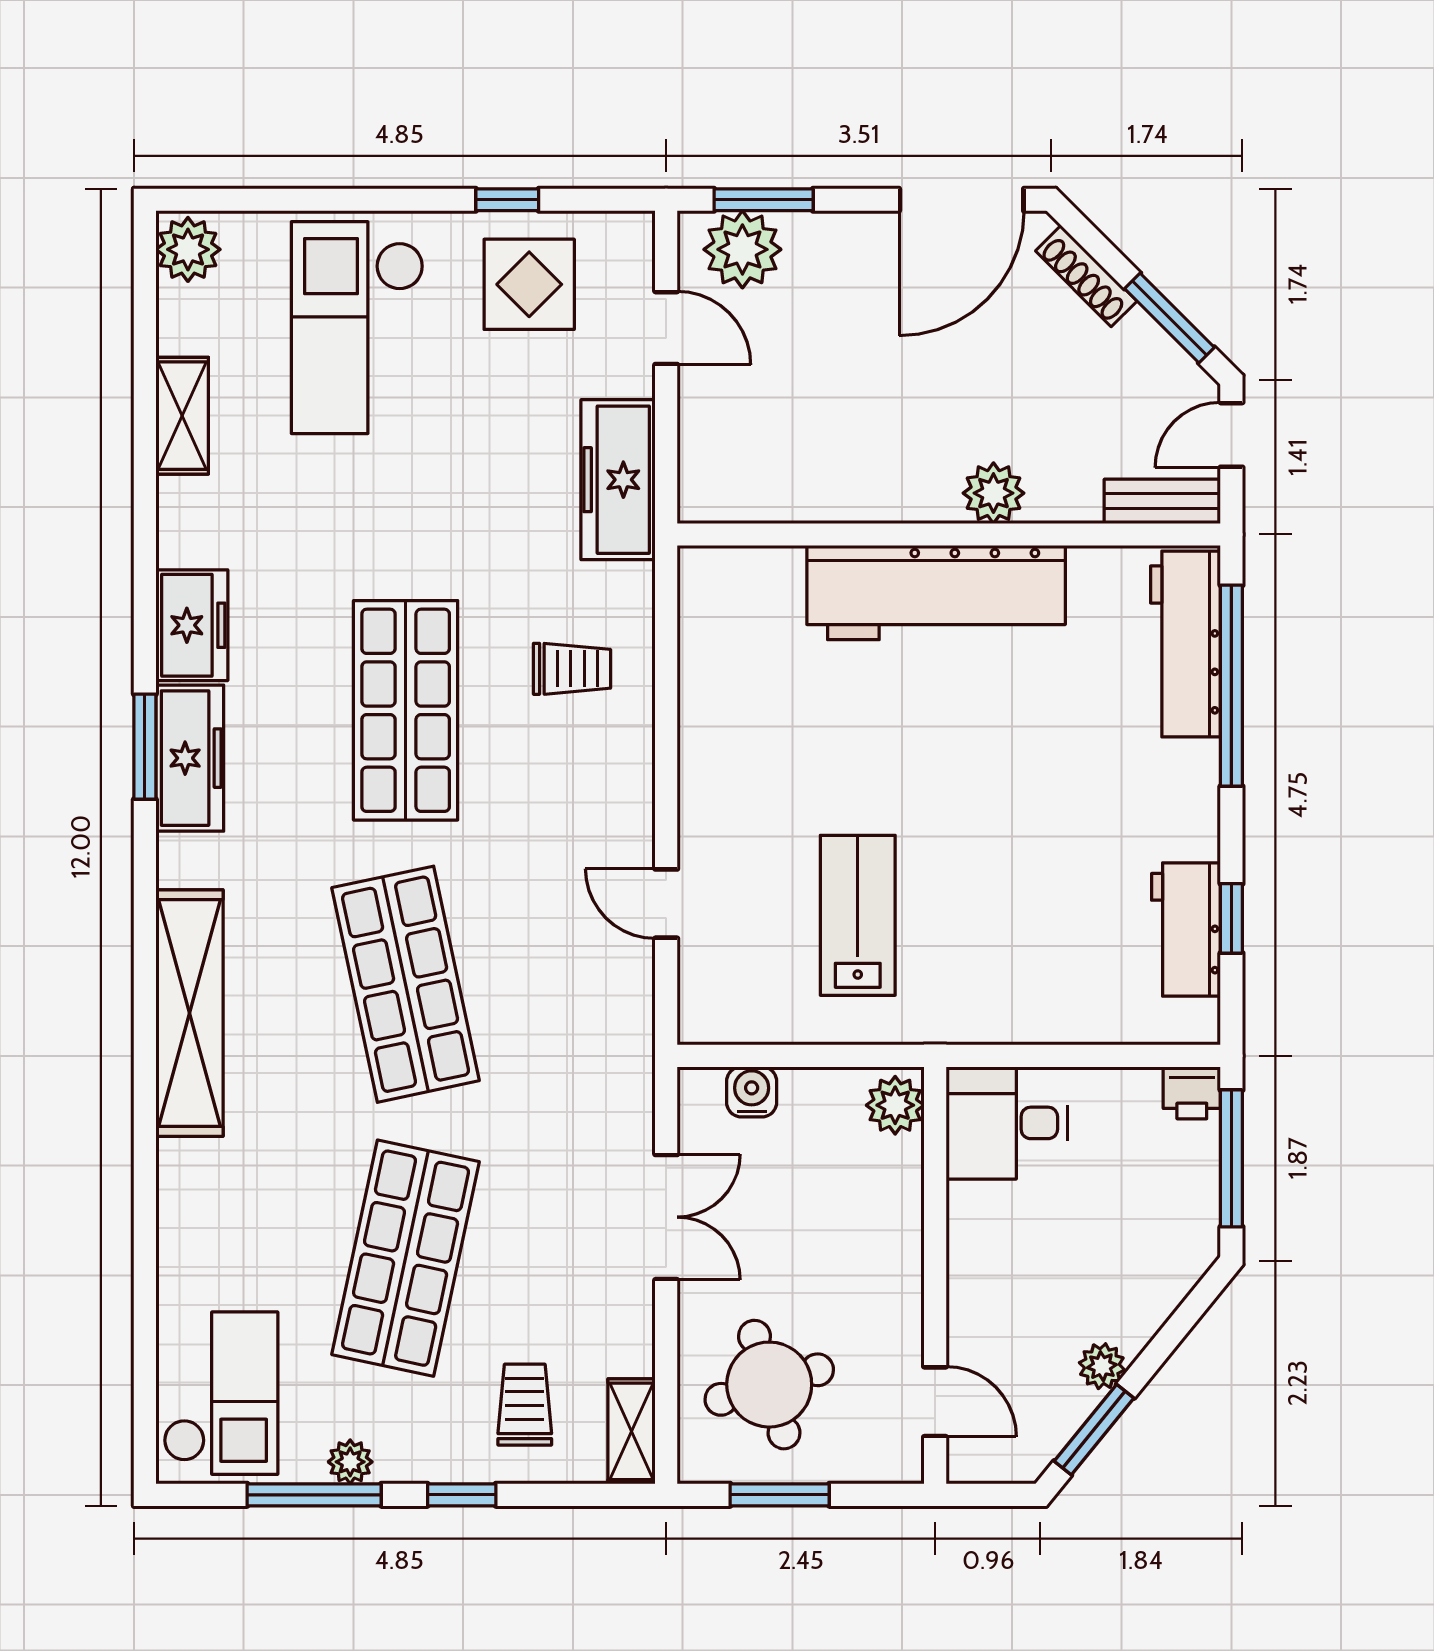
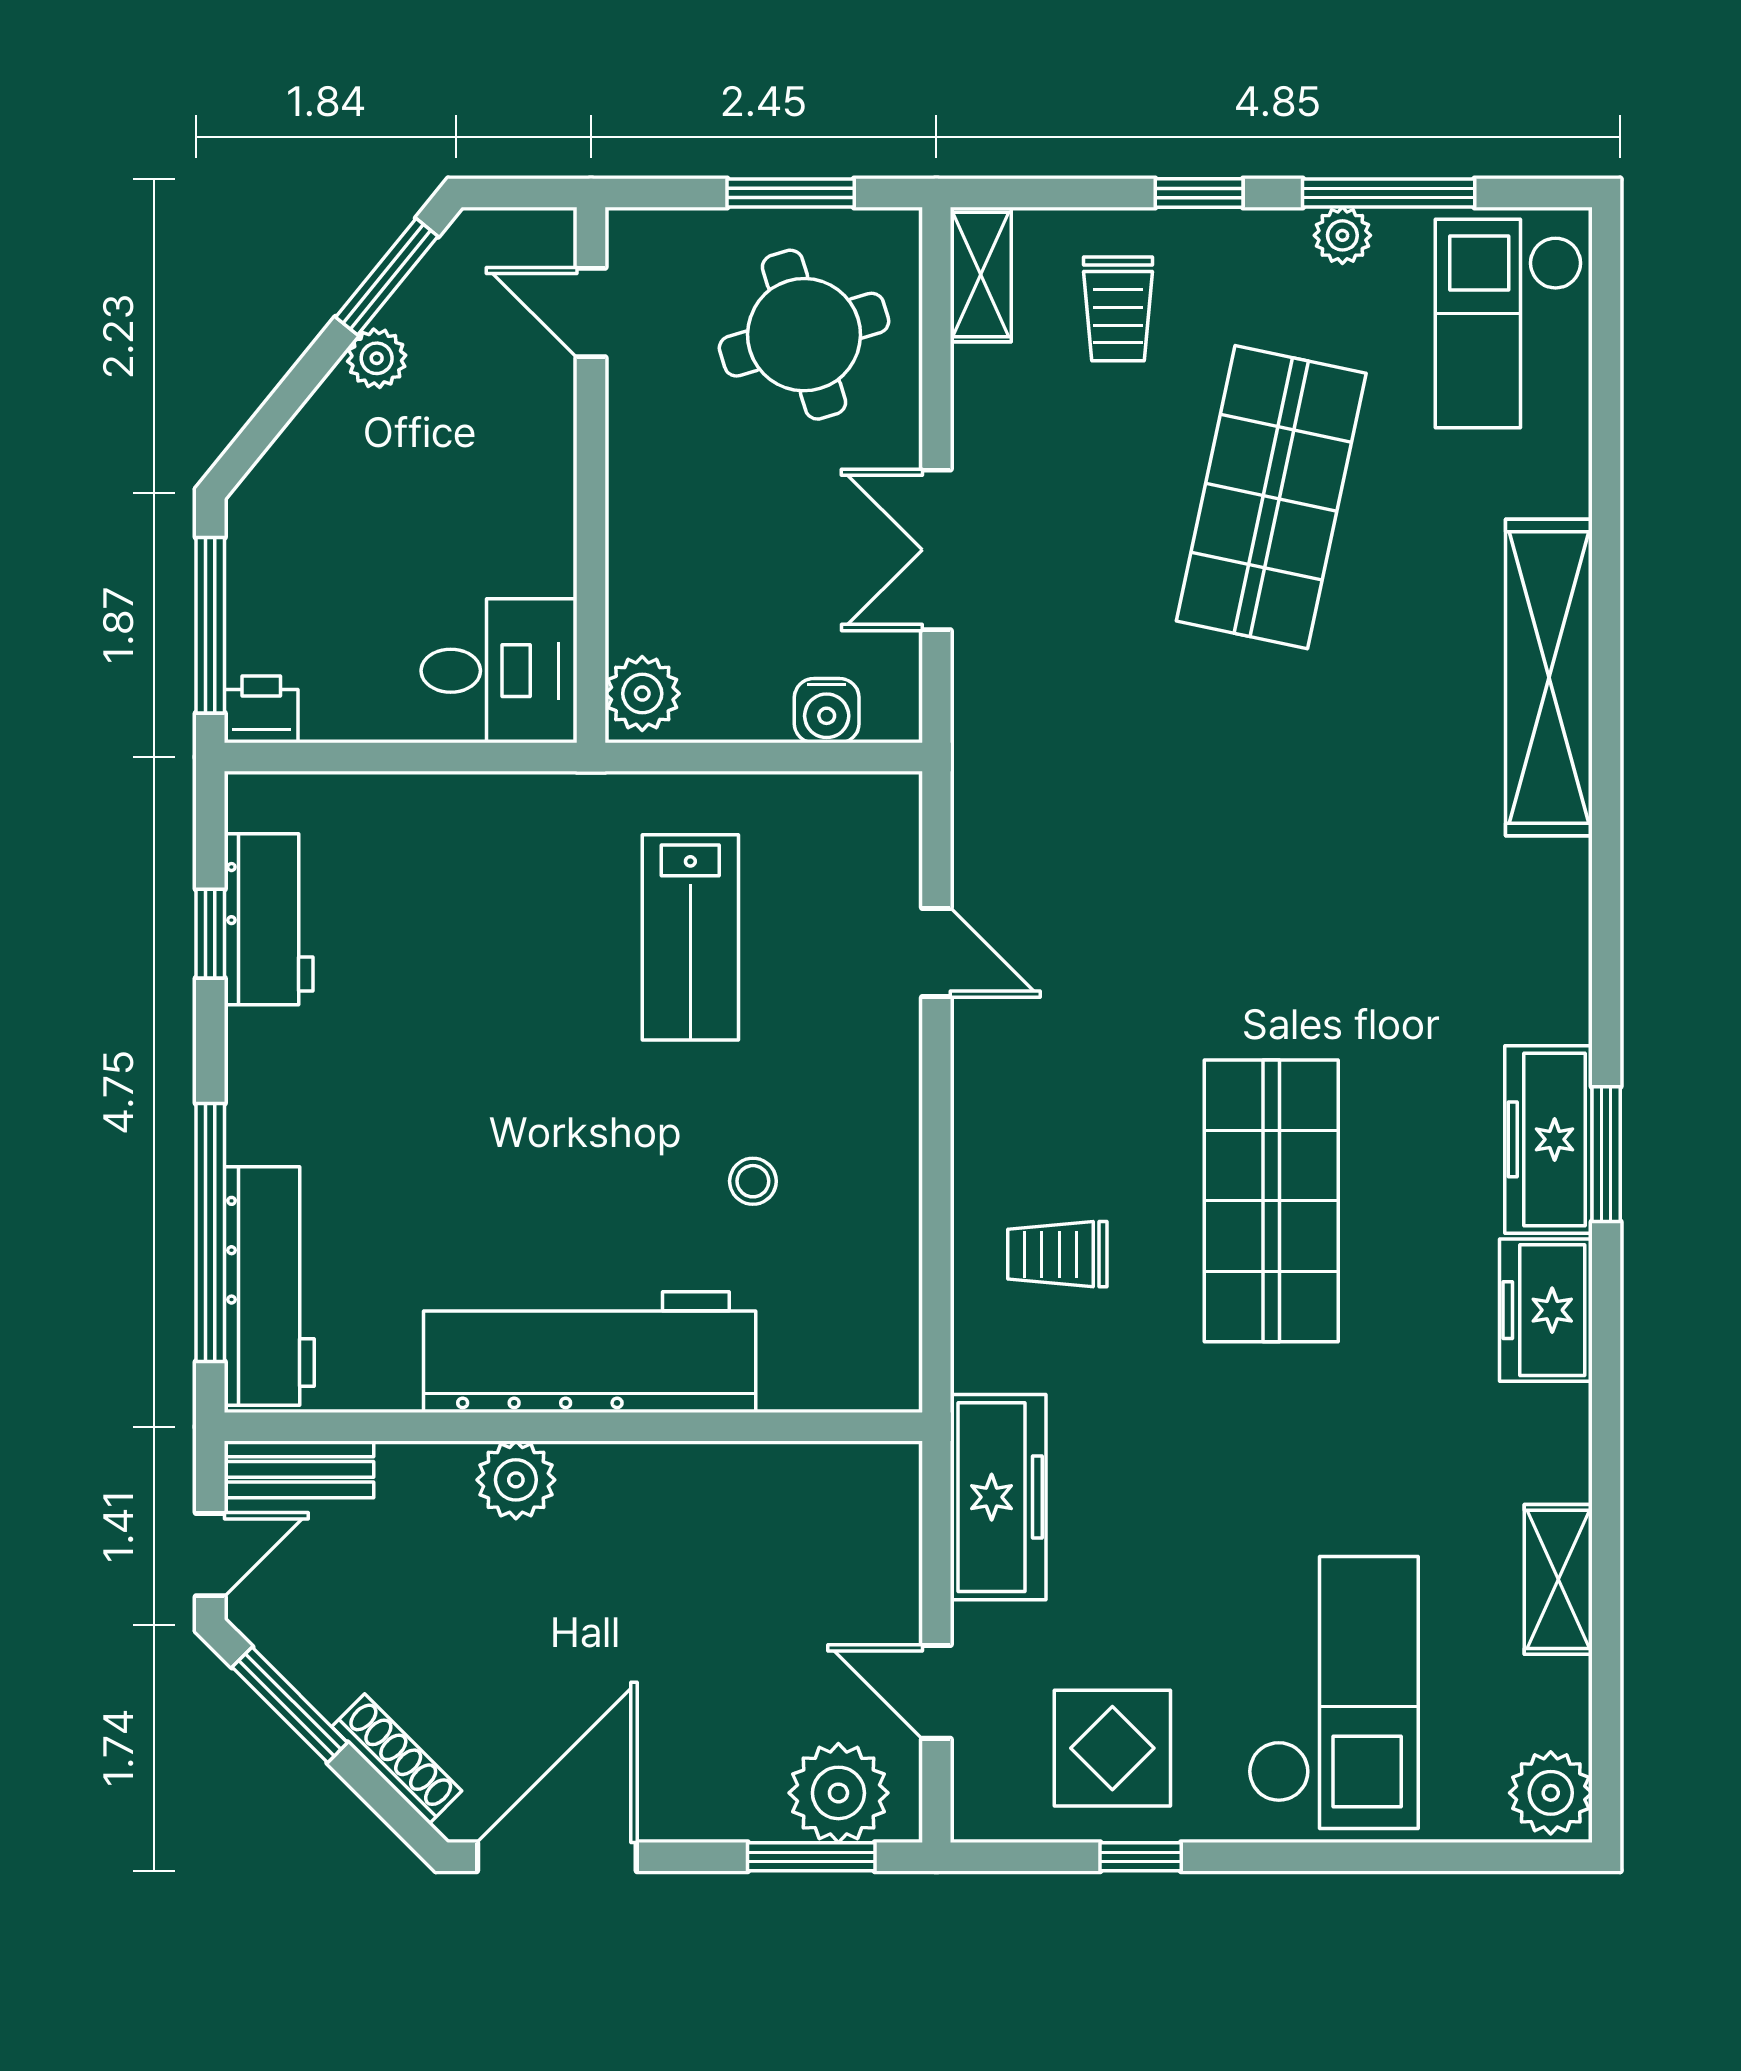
stool: (809, 726) -> (753, 1181), added
shop shelf: (406, 984) -> (1271, 849), removed
shelving: (189, 1013) -> (1549, 678), moved

